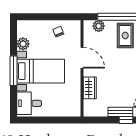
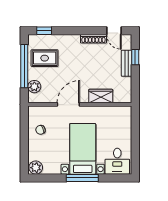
plant: (23, 44) -> (36, 168), moved

